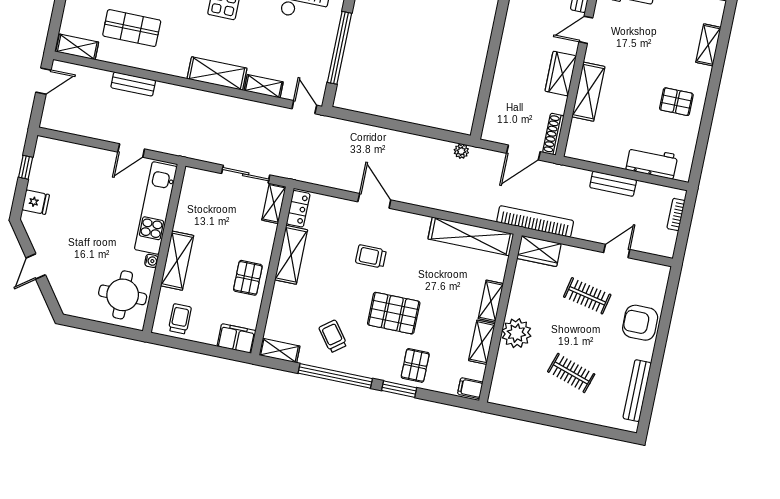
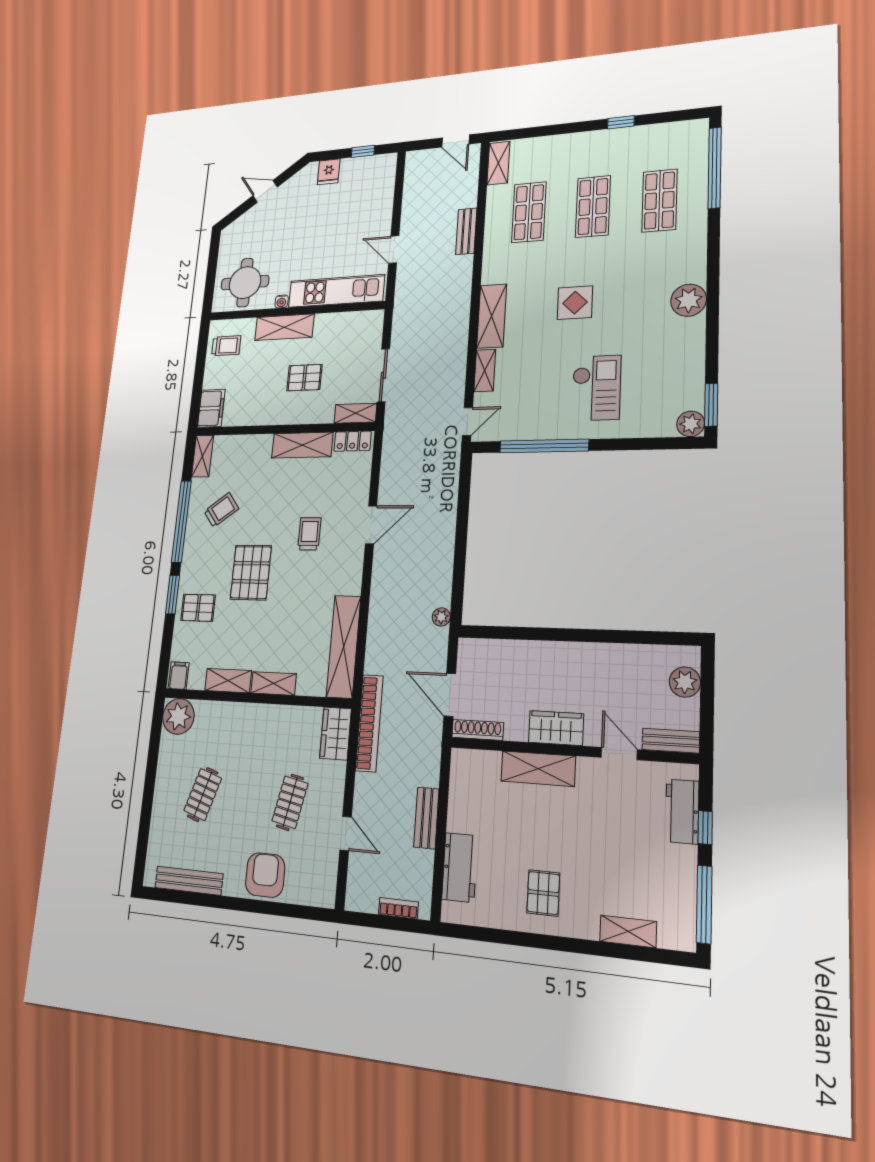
pallet: (248, 278) -> (304, 378), moved
plant: (516, 333) -> (178, 716), moved

